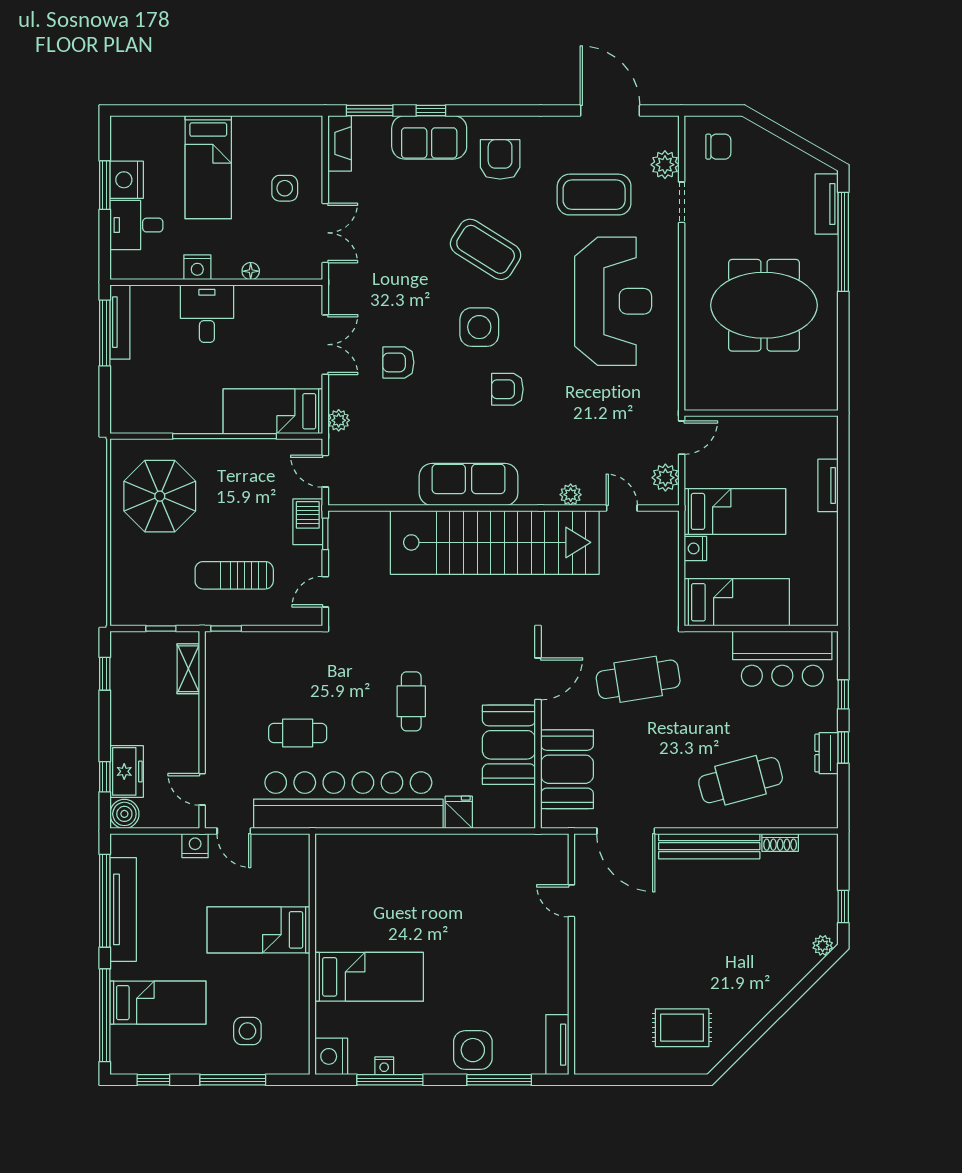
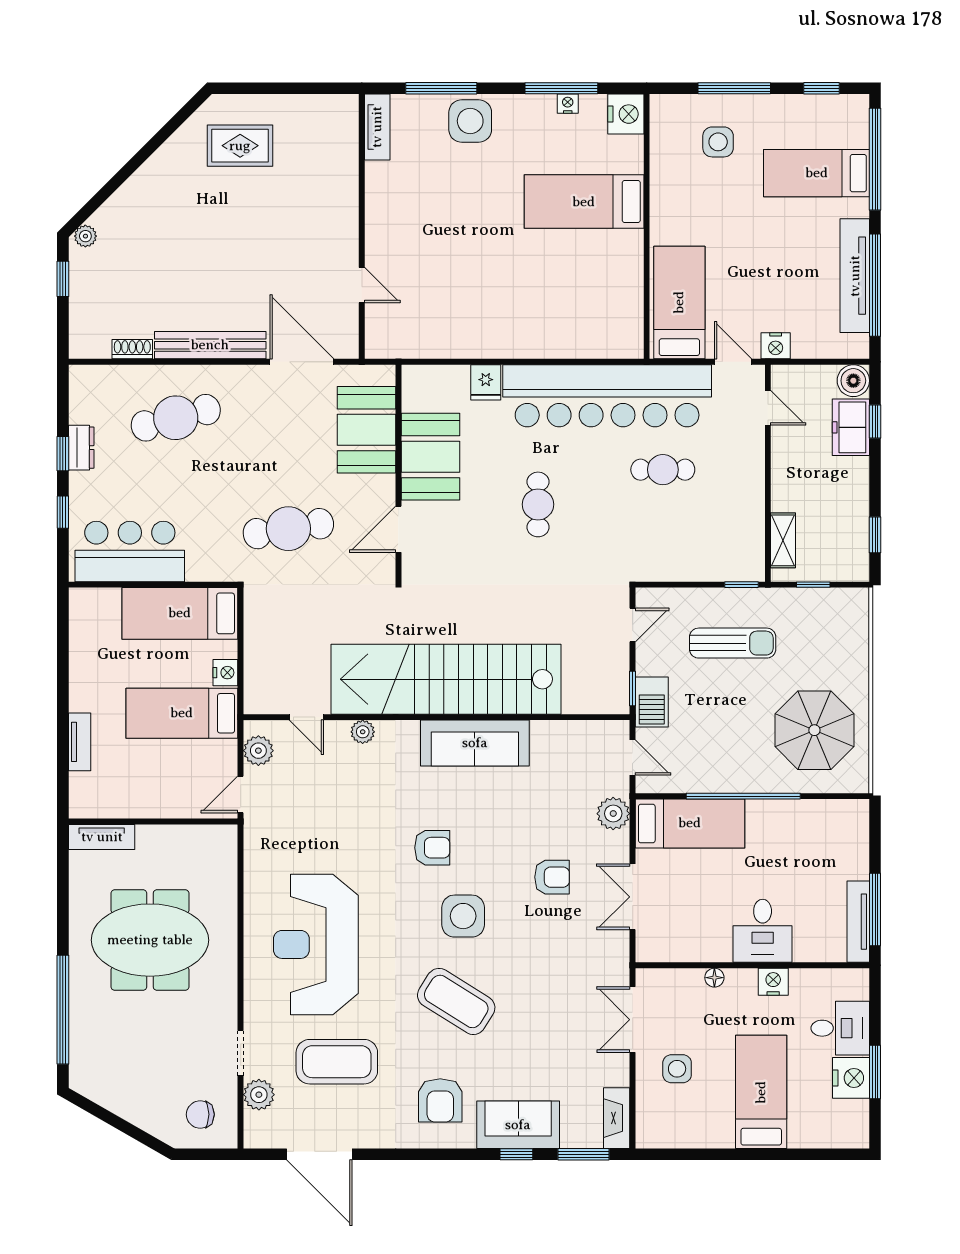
tv unit: (827, 204) -> (102, 837), moved, turned 90
plant: (339, 420) -> (613, 814), width x1.38, depth x1.38
bed: (258, 930) -> (679, 302), moved, turned -90

